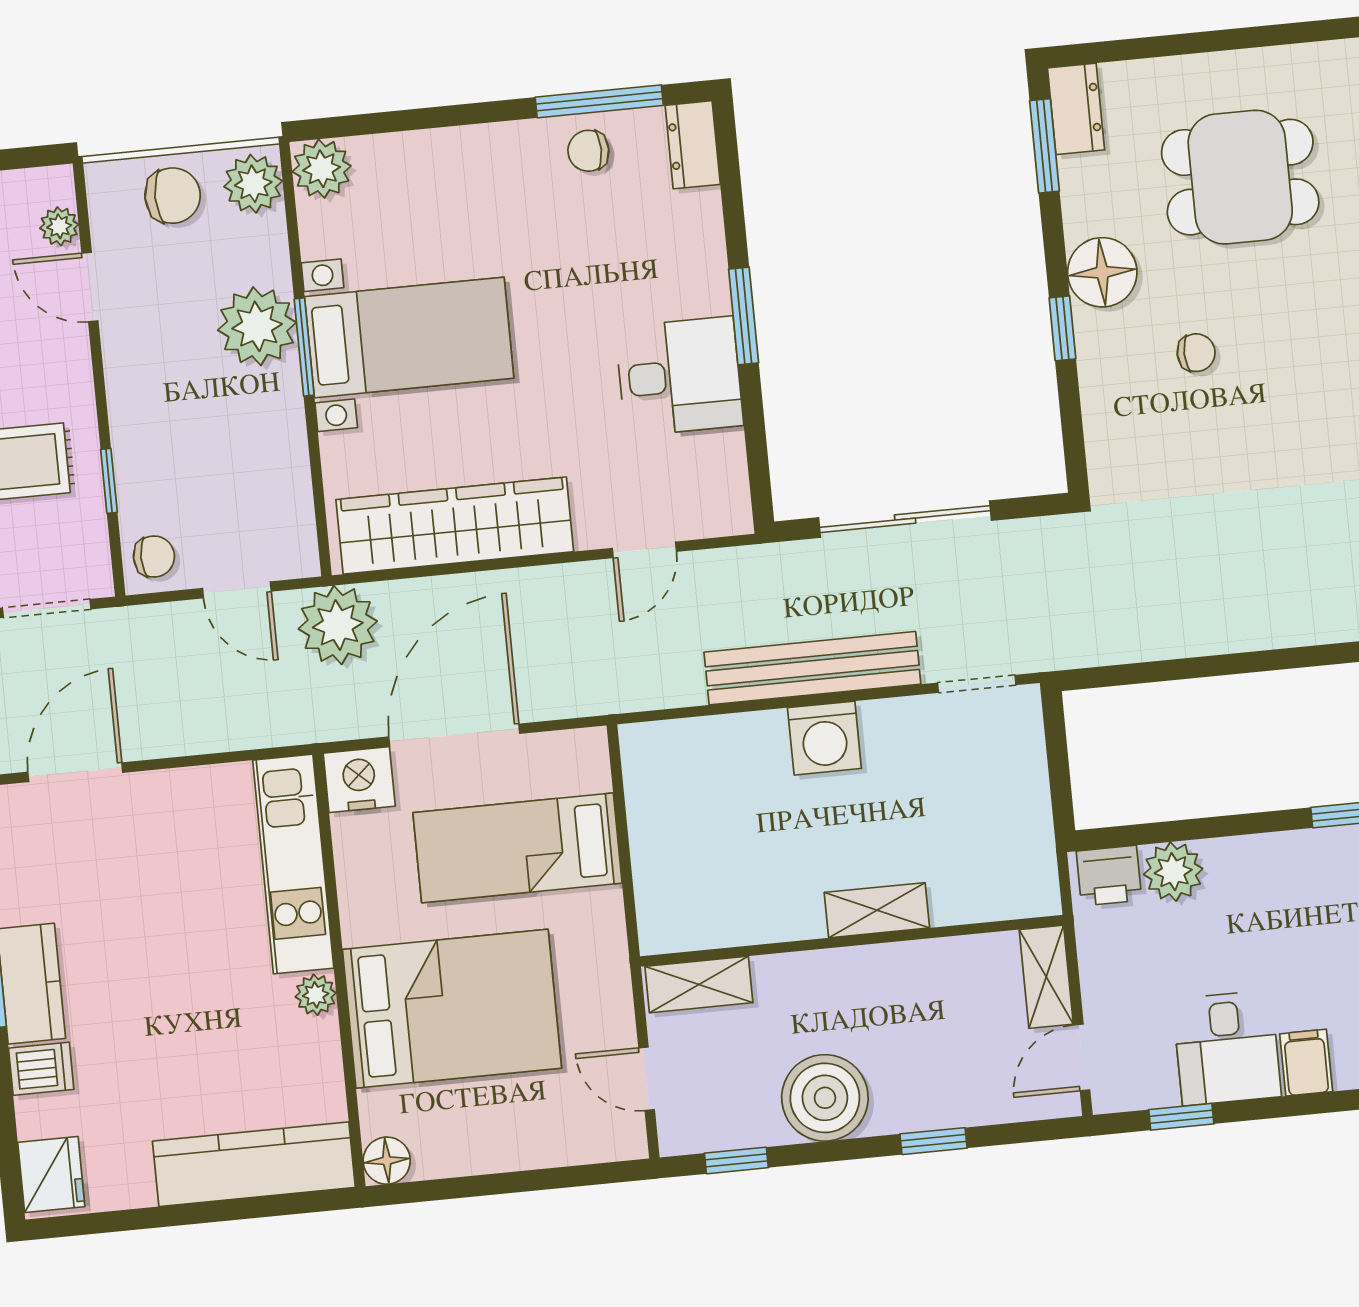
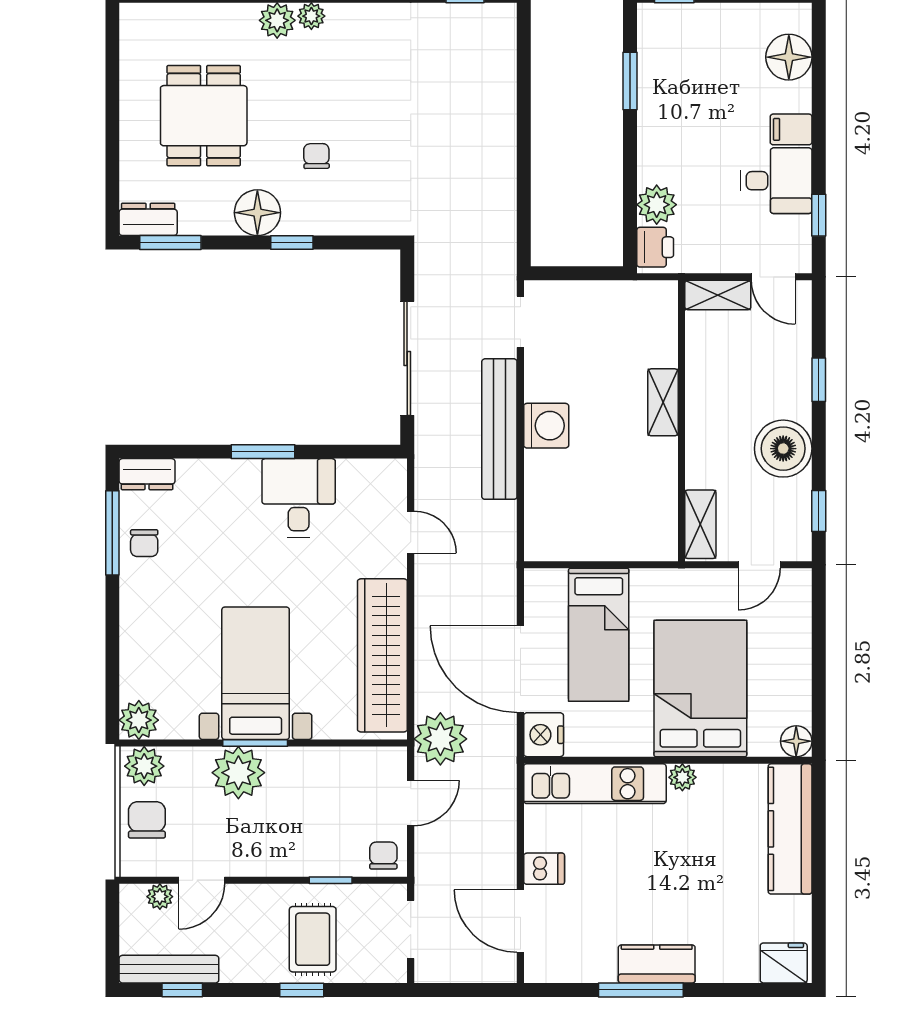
dishwasher: (41, 1069) -> (544, 869), moved, turned 90

